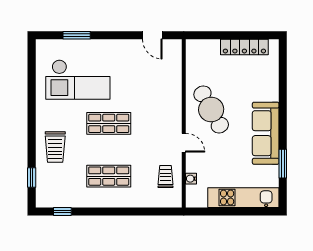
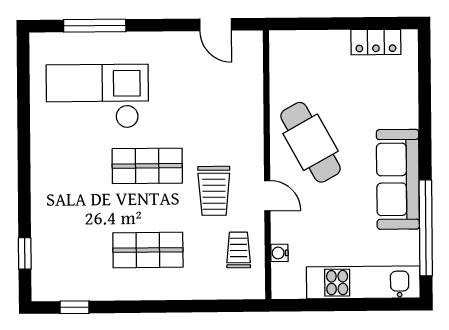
window: (77, 35) -> (95, 26), width x1.44
locker: (244, 47) -> (376, 42), width x0.66
checkout: (78, 80) -> (97, 96), turned 180
trolley: (55, 147) -> (214, 191), moved
window: (283, 164) -> (426, 228), width x2.11

